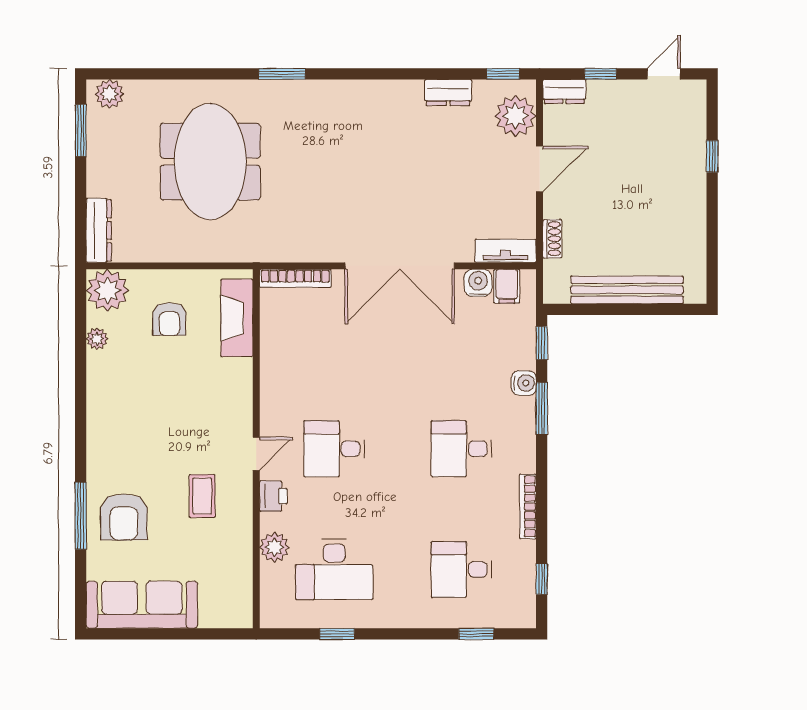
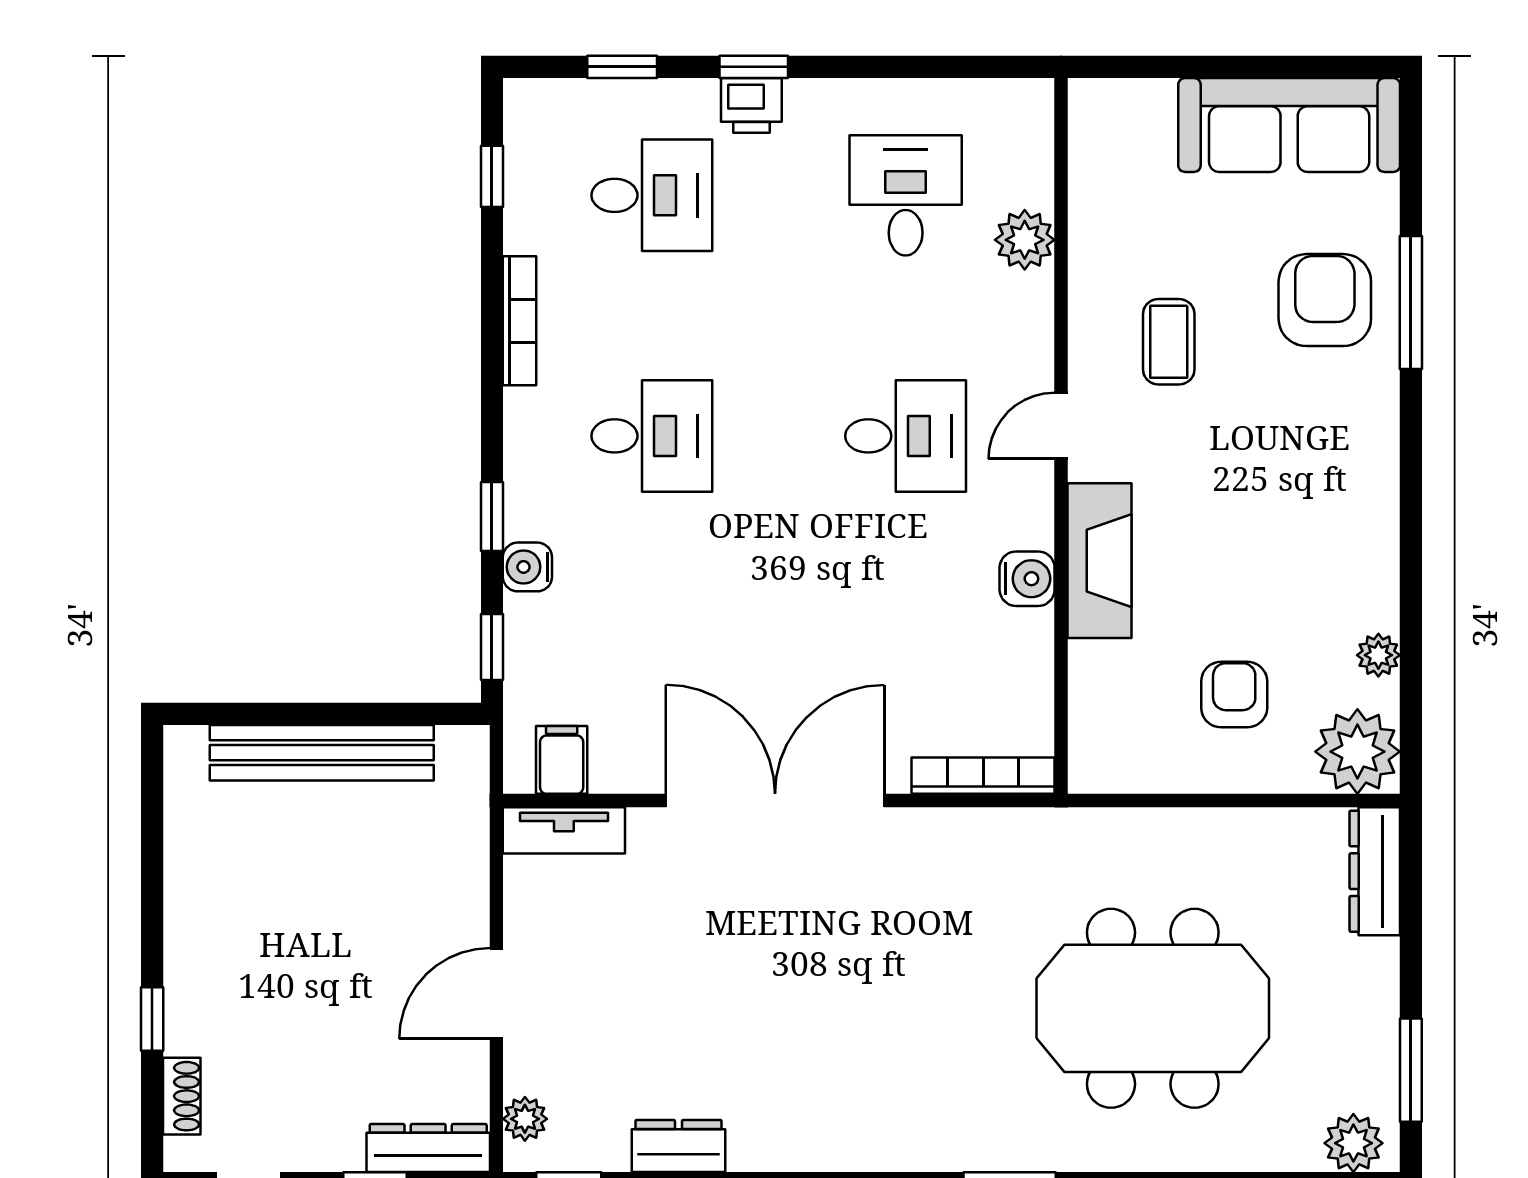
dresser: (564, 91) -> (428, 1148), width x1.44
plant: (515, 116) -> (525, 1119), width x0.53, depth x0.53
meeting table: (210, 162) -> (1153, 1008), turned 90
shoe rack: (552, 239) -> (182, 1096), moved, turned 180
water cooler: (478, 283) -> (1027, 579), moved, turned -90
fireplace: (237, 318) -> (1100, 561), moved
window: (542, 408) -> (492, 516), width x0.67
printer: (273, 496) -> (751, 105), moved, turned -90
desk: (334, 569) -> (906, 195), width x0.73
window: (337, 634) -> (754, 67), moved

